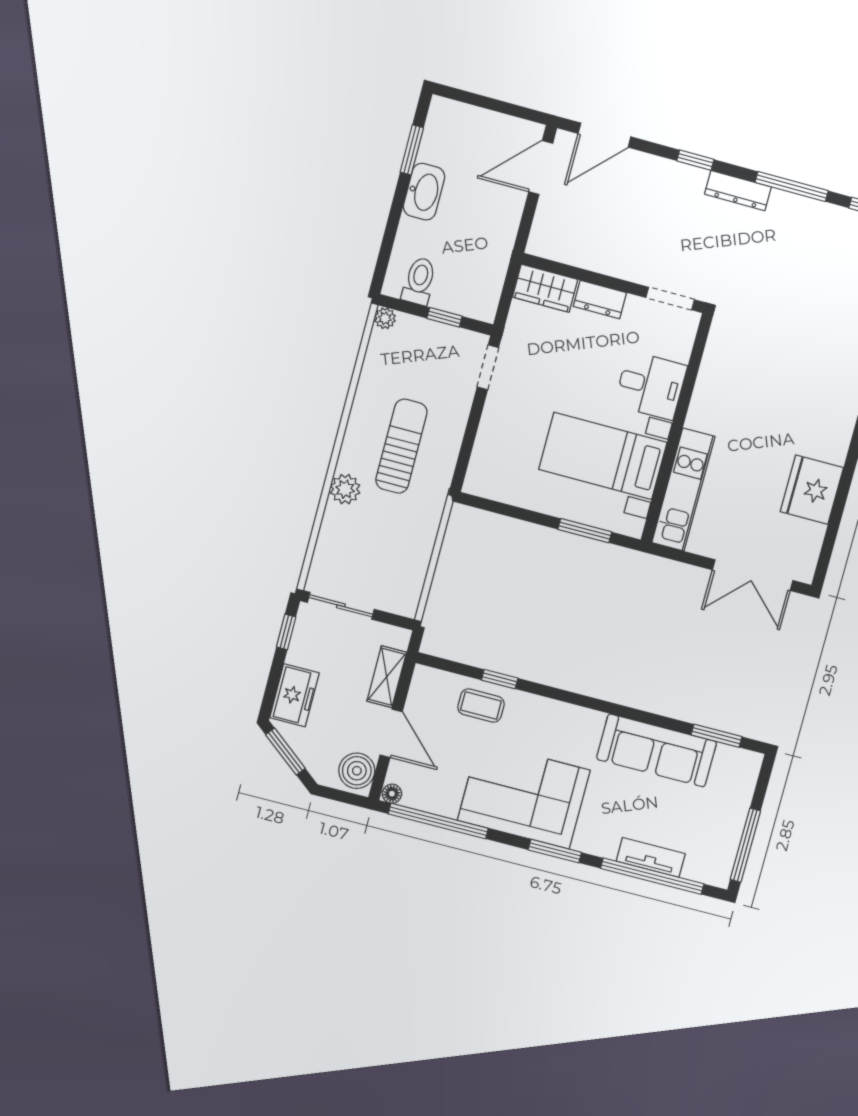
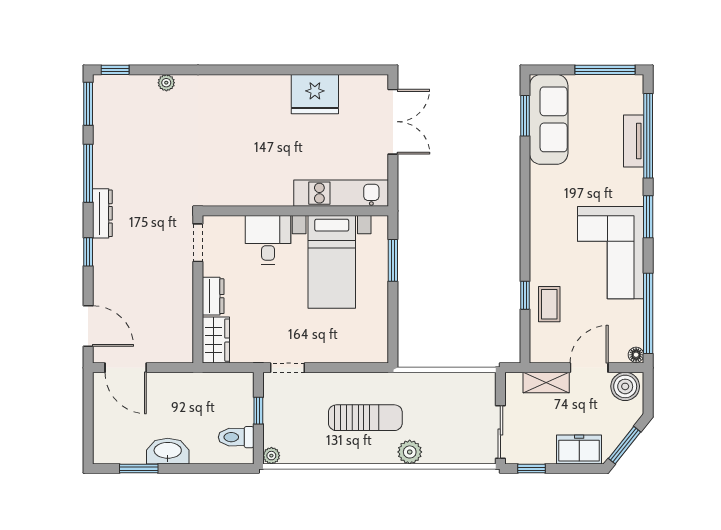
sun lounger: (401, 446) -> (365, 418), turned 180
sofa: (657, 750) -> (549, 119), moved

